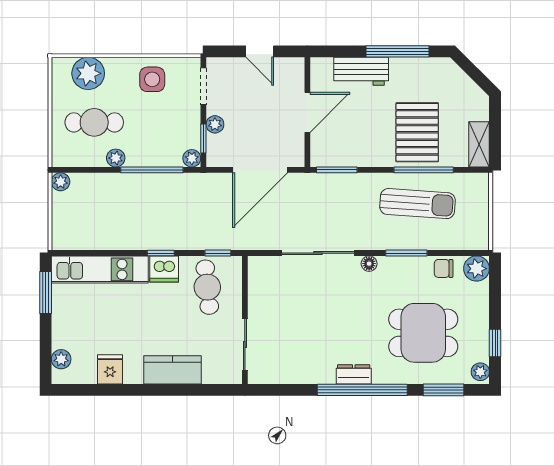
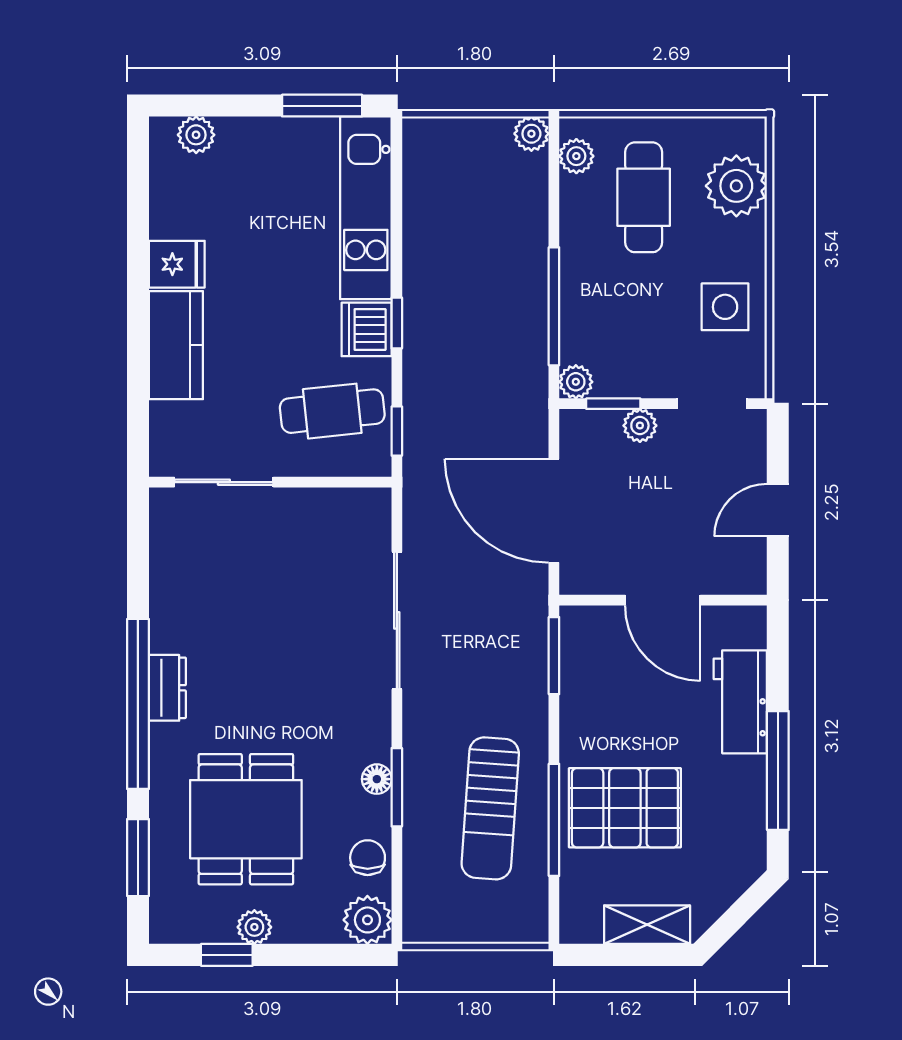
shelving: (479, 144) -> (647, 925), moved
plant: (116, 158) -> (576, 156), moved
floor lamp: (369, 264) -> (377, 779), moved
fridge: (110, 369) -> (177, 264), moved
plant: (480, 372) -> (254, 927), moved

